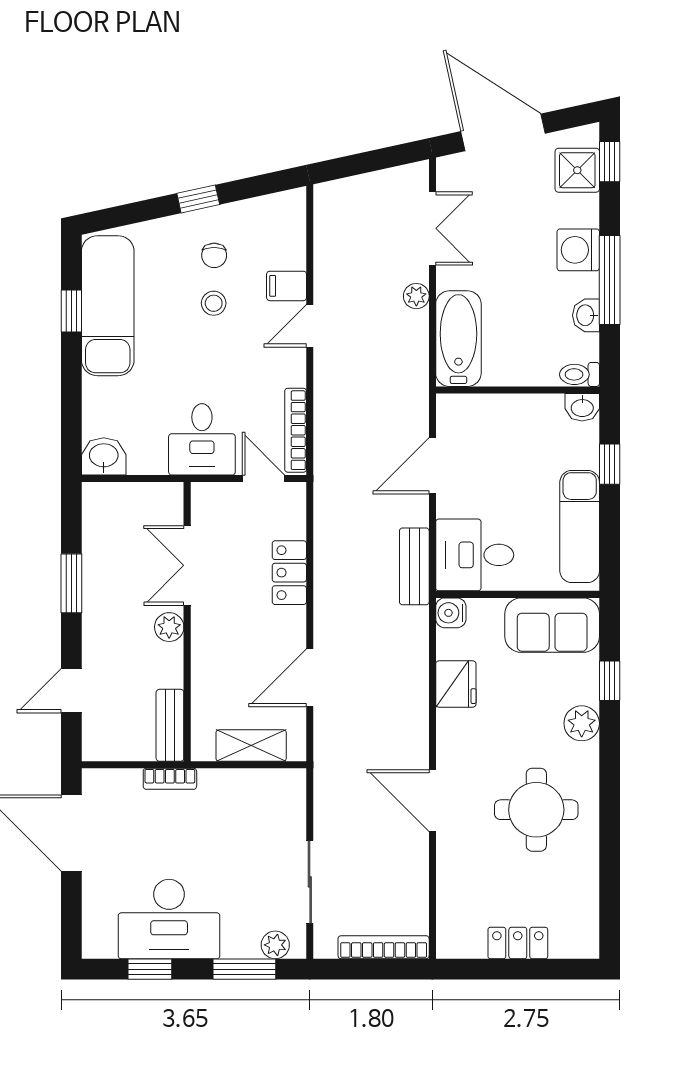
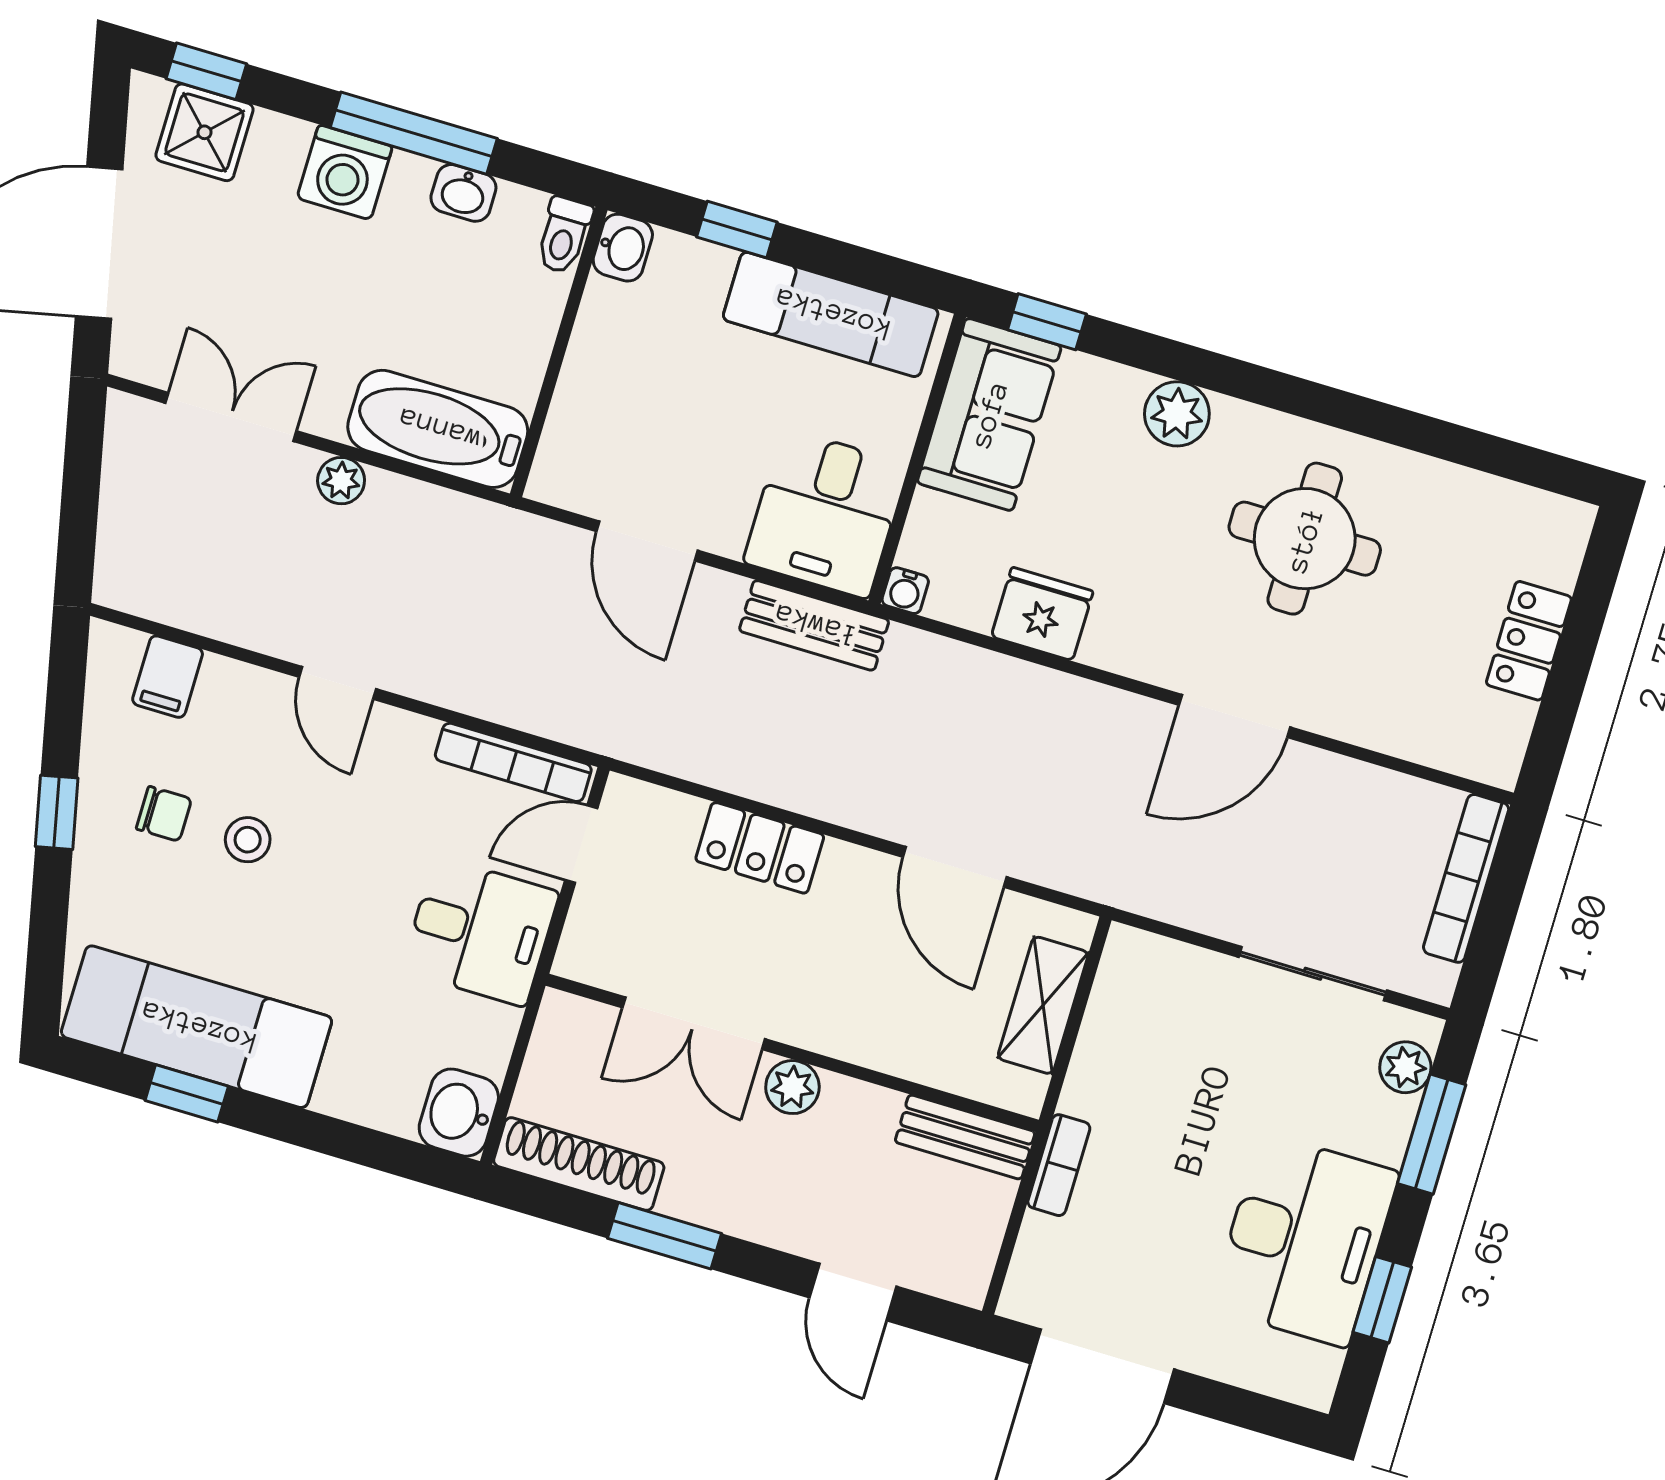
filing cabinet: (287, 286) -> (168, 677), moved
shoe rack: (96, 527) -> (579, 1164), added
water cooler: (451, 613) -> (905, 591), width x0.72, depth x0.72
window: (610, 681) -> (1047, 322), moved

